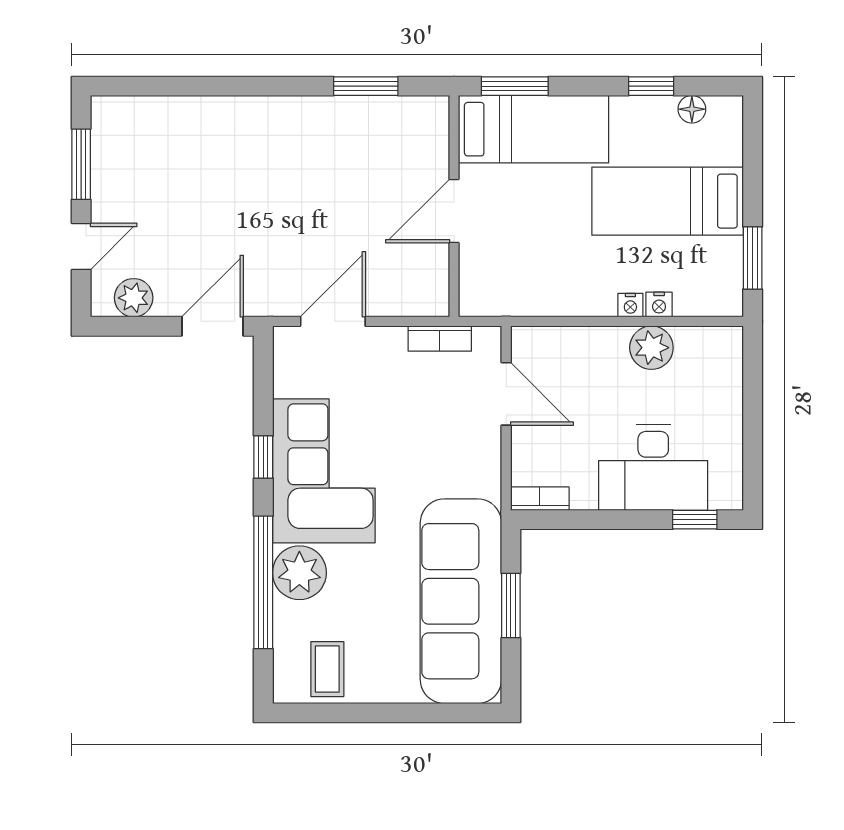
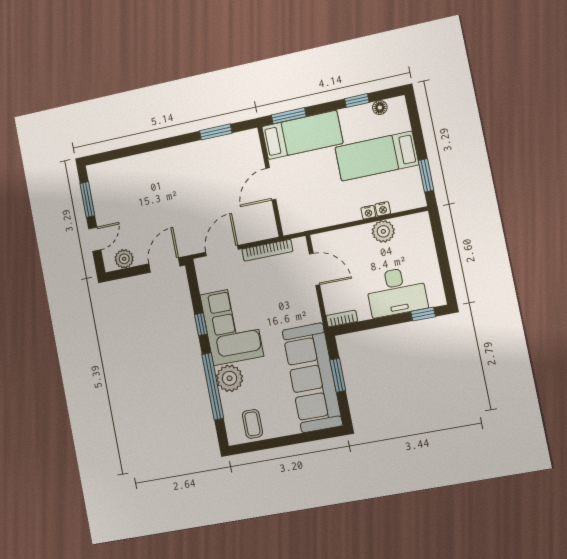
bookcase: (440, 339) -> (267, 250), width x1.56

